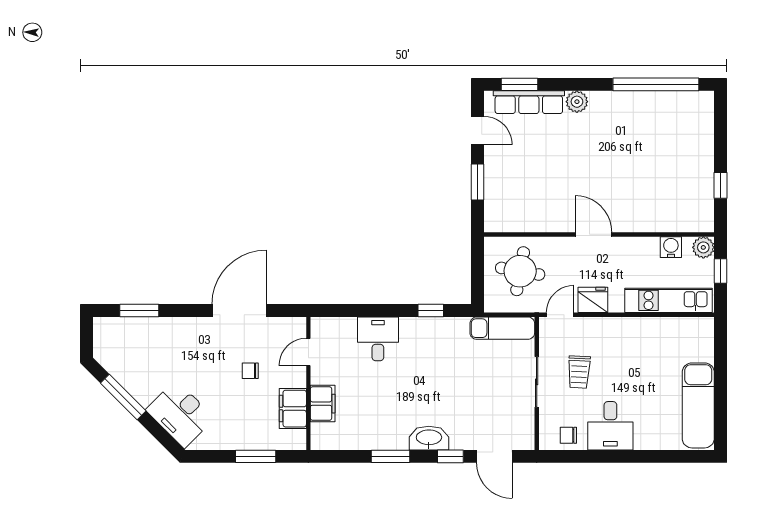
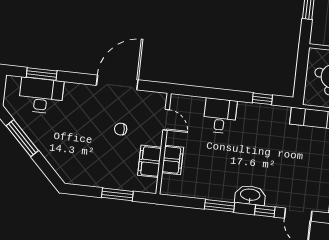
door: (308, 352) -> (166, 120), swing flipped
desk: (180, 414) -> (41, 96), moved, turned 135

